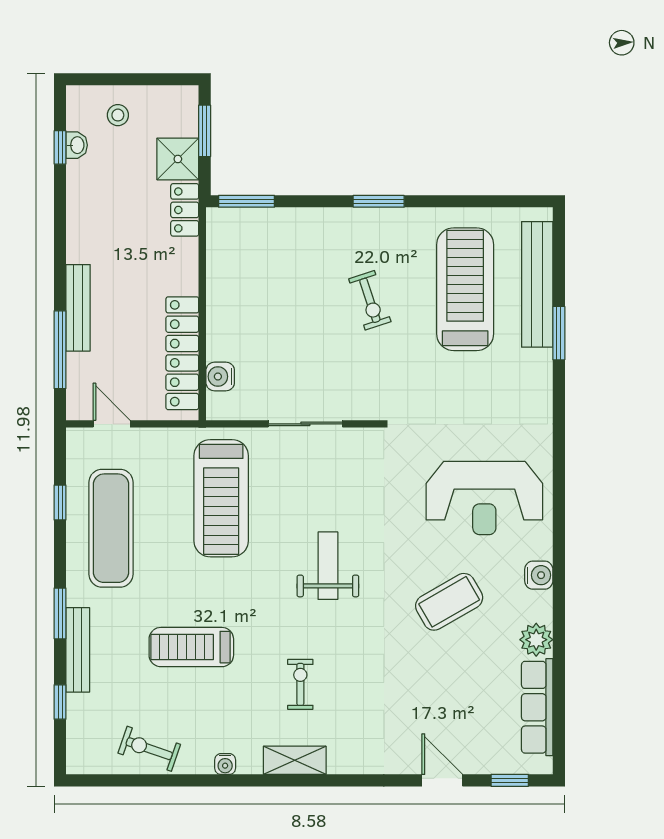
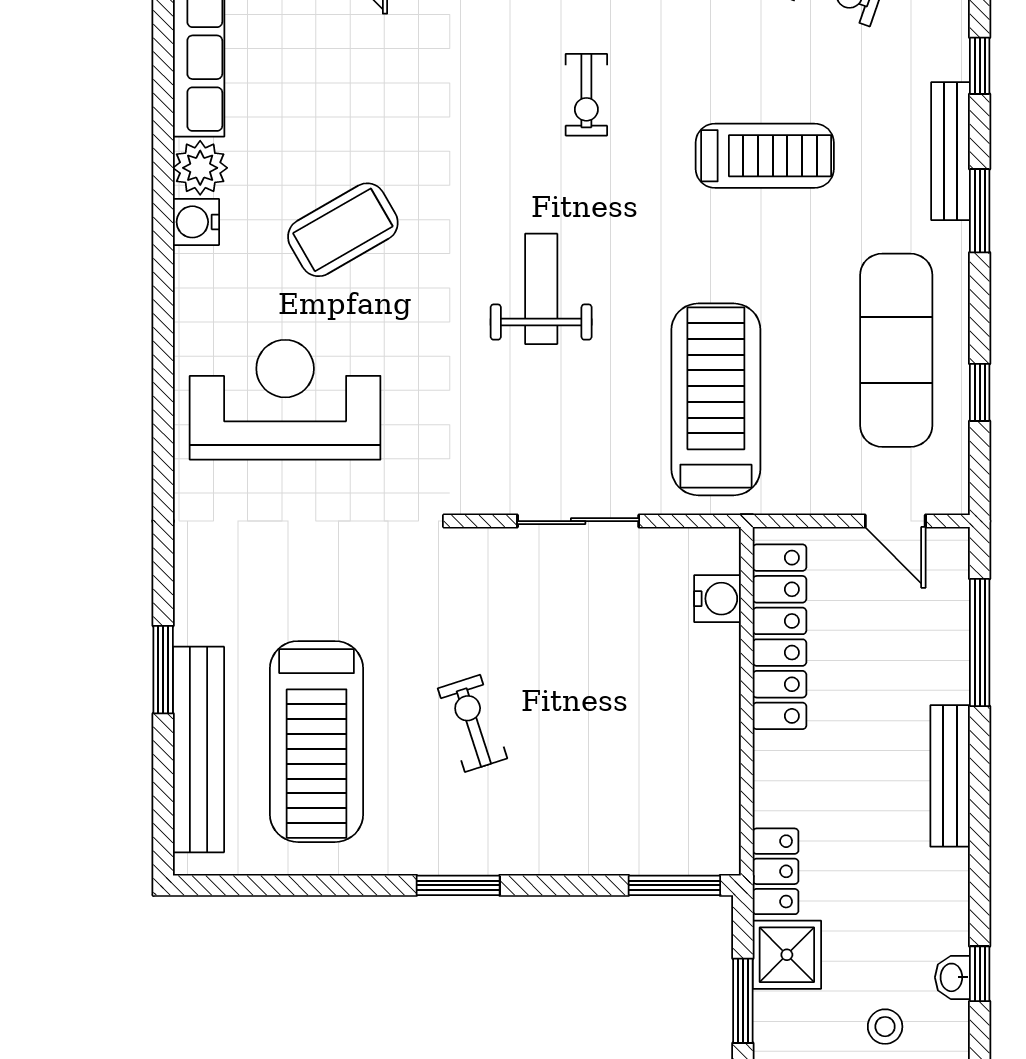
bench: (78, 308) -> (950, 776), moved
weight bench: (328, 566) -> (541, 289), turned 180
water cooler: (539, 575) -> (196, 222), moved

